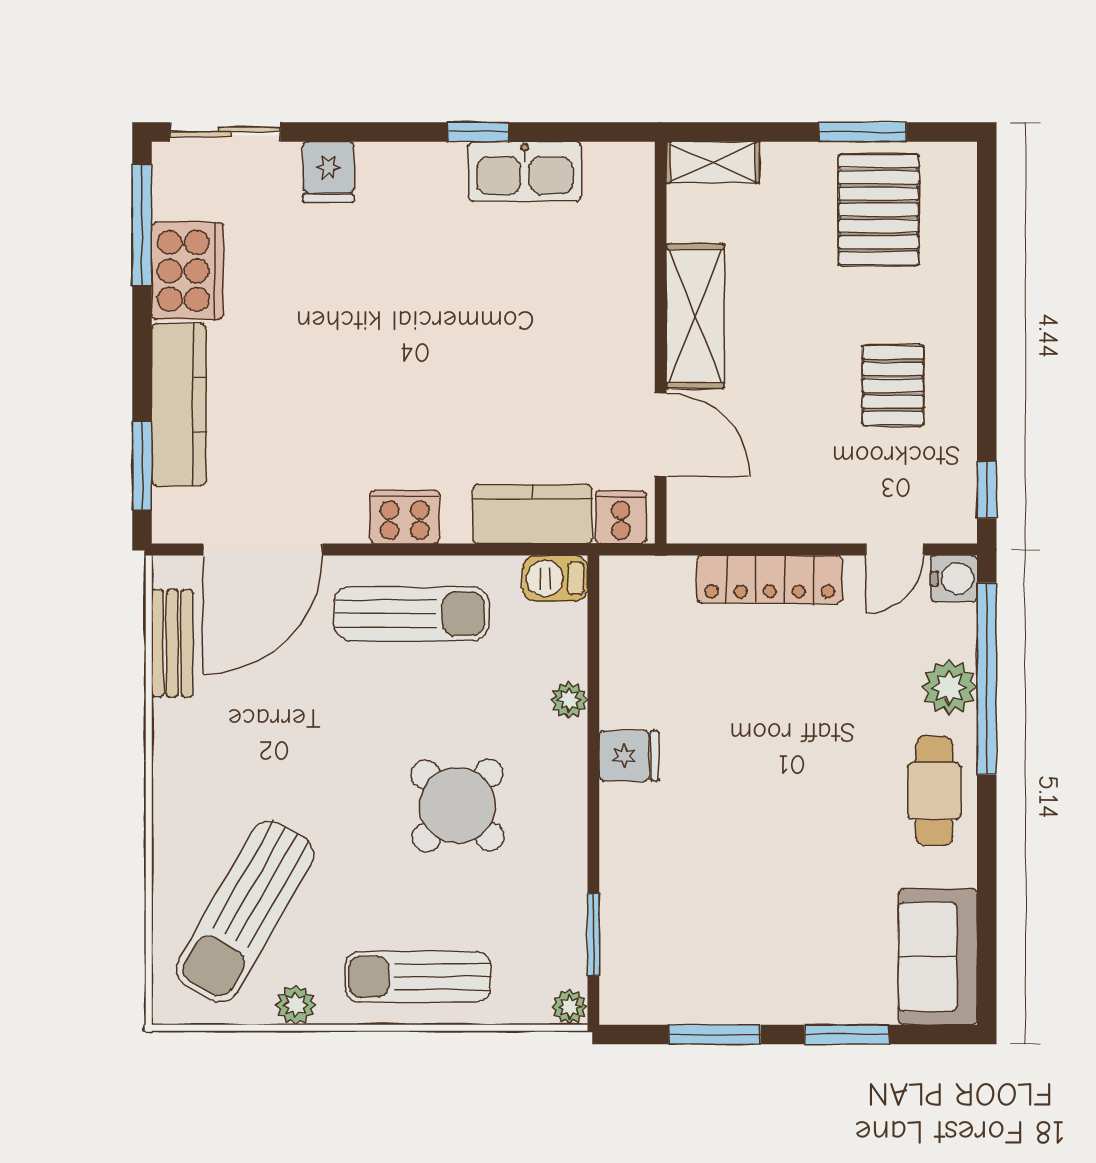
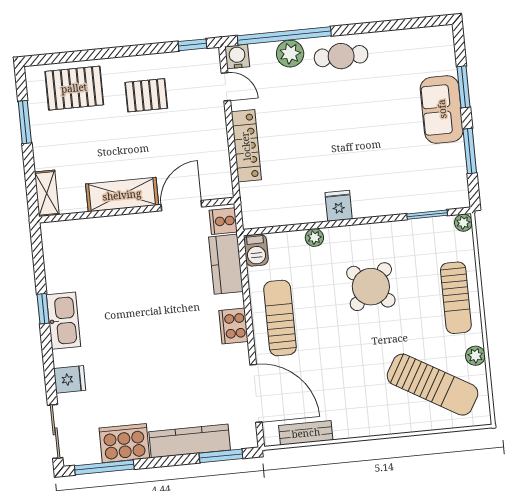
kitchen sink: (525, 171) -> (64, 321), moved
pallet: (879, 210) -> (74, 88), moved
sofa: (938, 957) -> (442, 109), moved, turned 90

